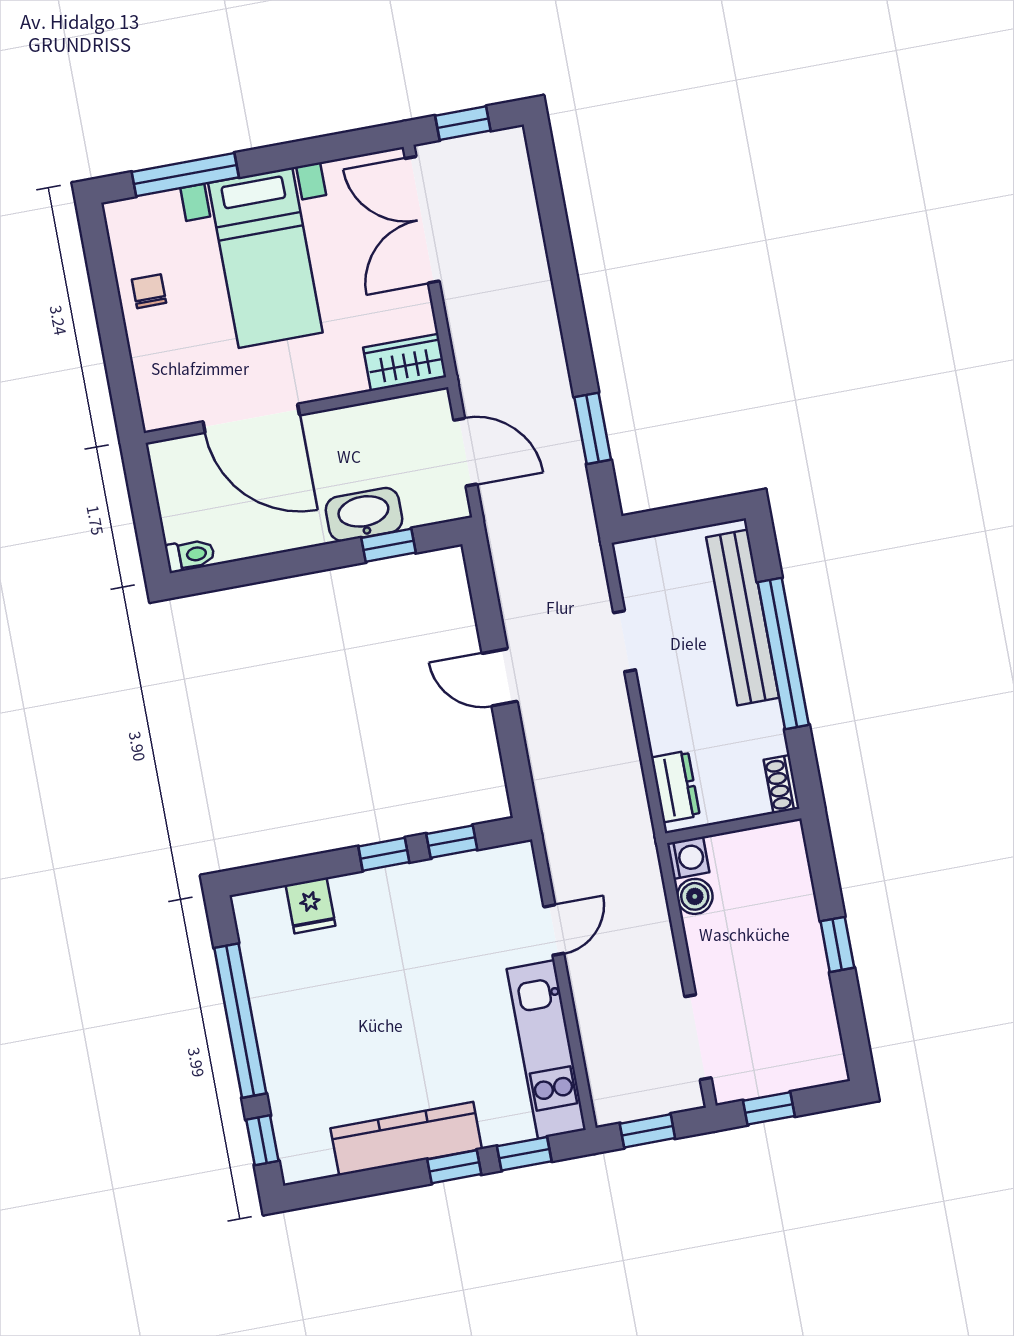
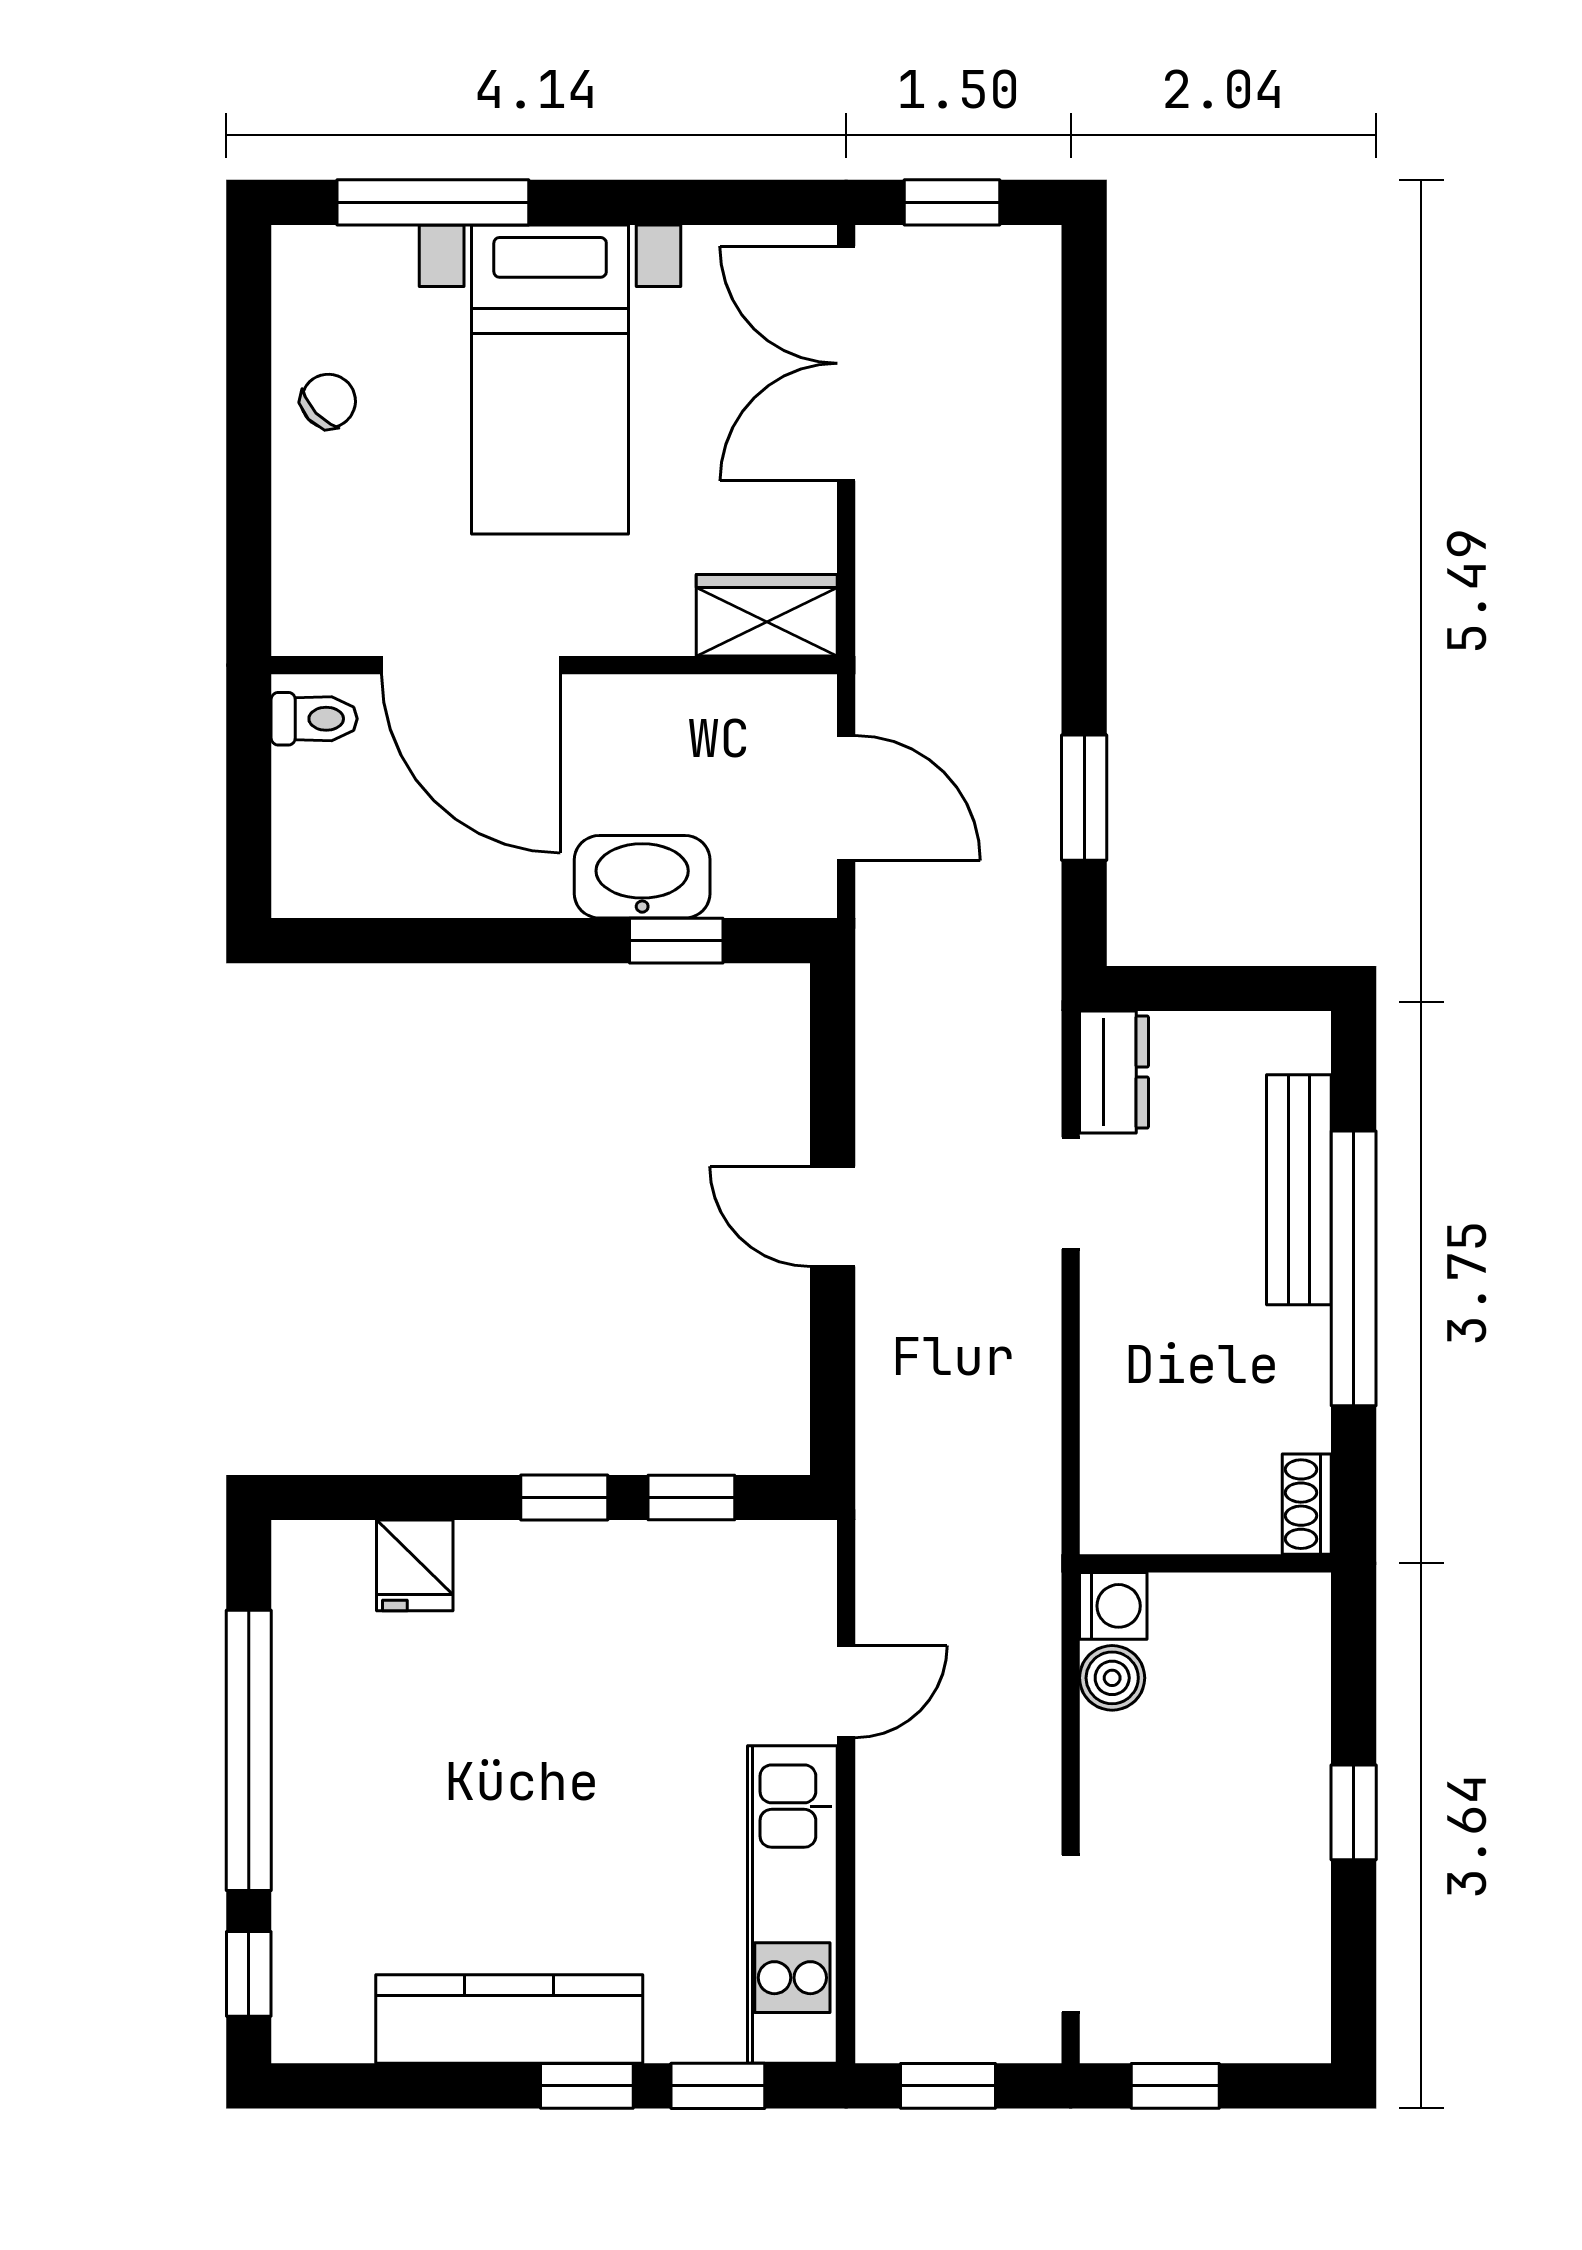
chair: (149, 291) -> (328, 401), turned 47
toilet: (190, 555) -> (314, 719), moved
bench: (743, 618) -> (1299, 1190), width x0.73, depth x0.82
dresser: (675, 787) -> (1114, 1072), moved

